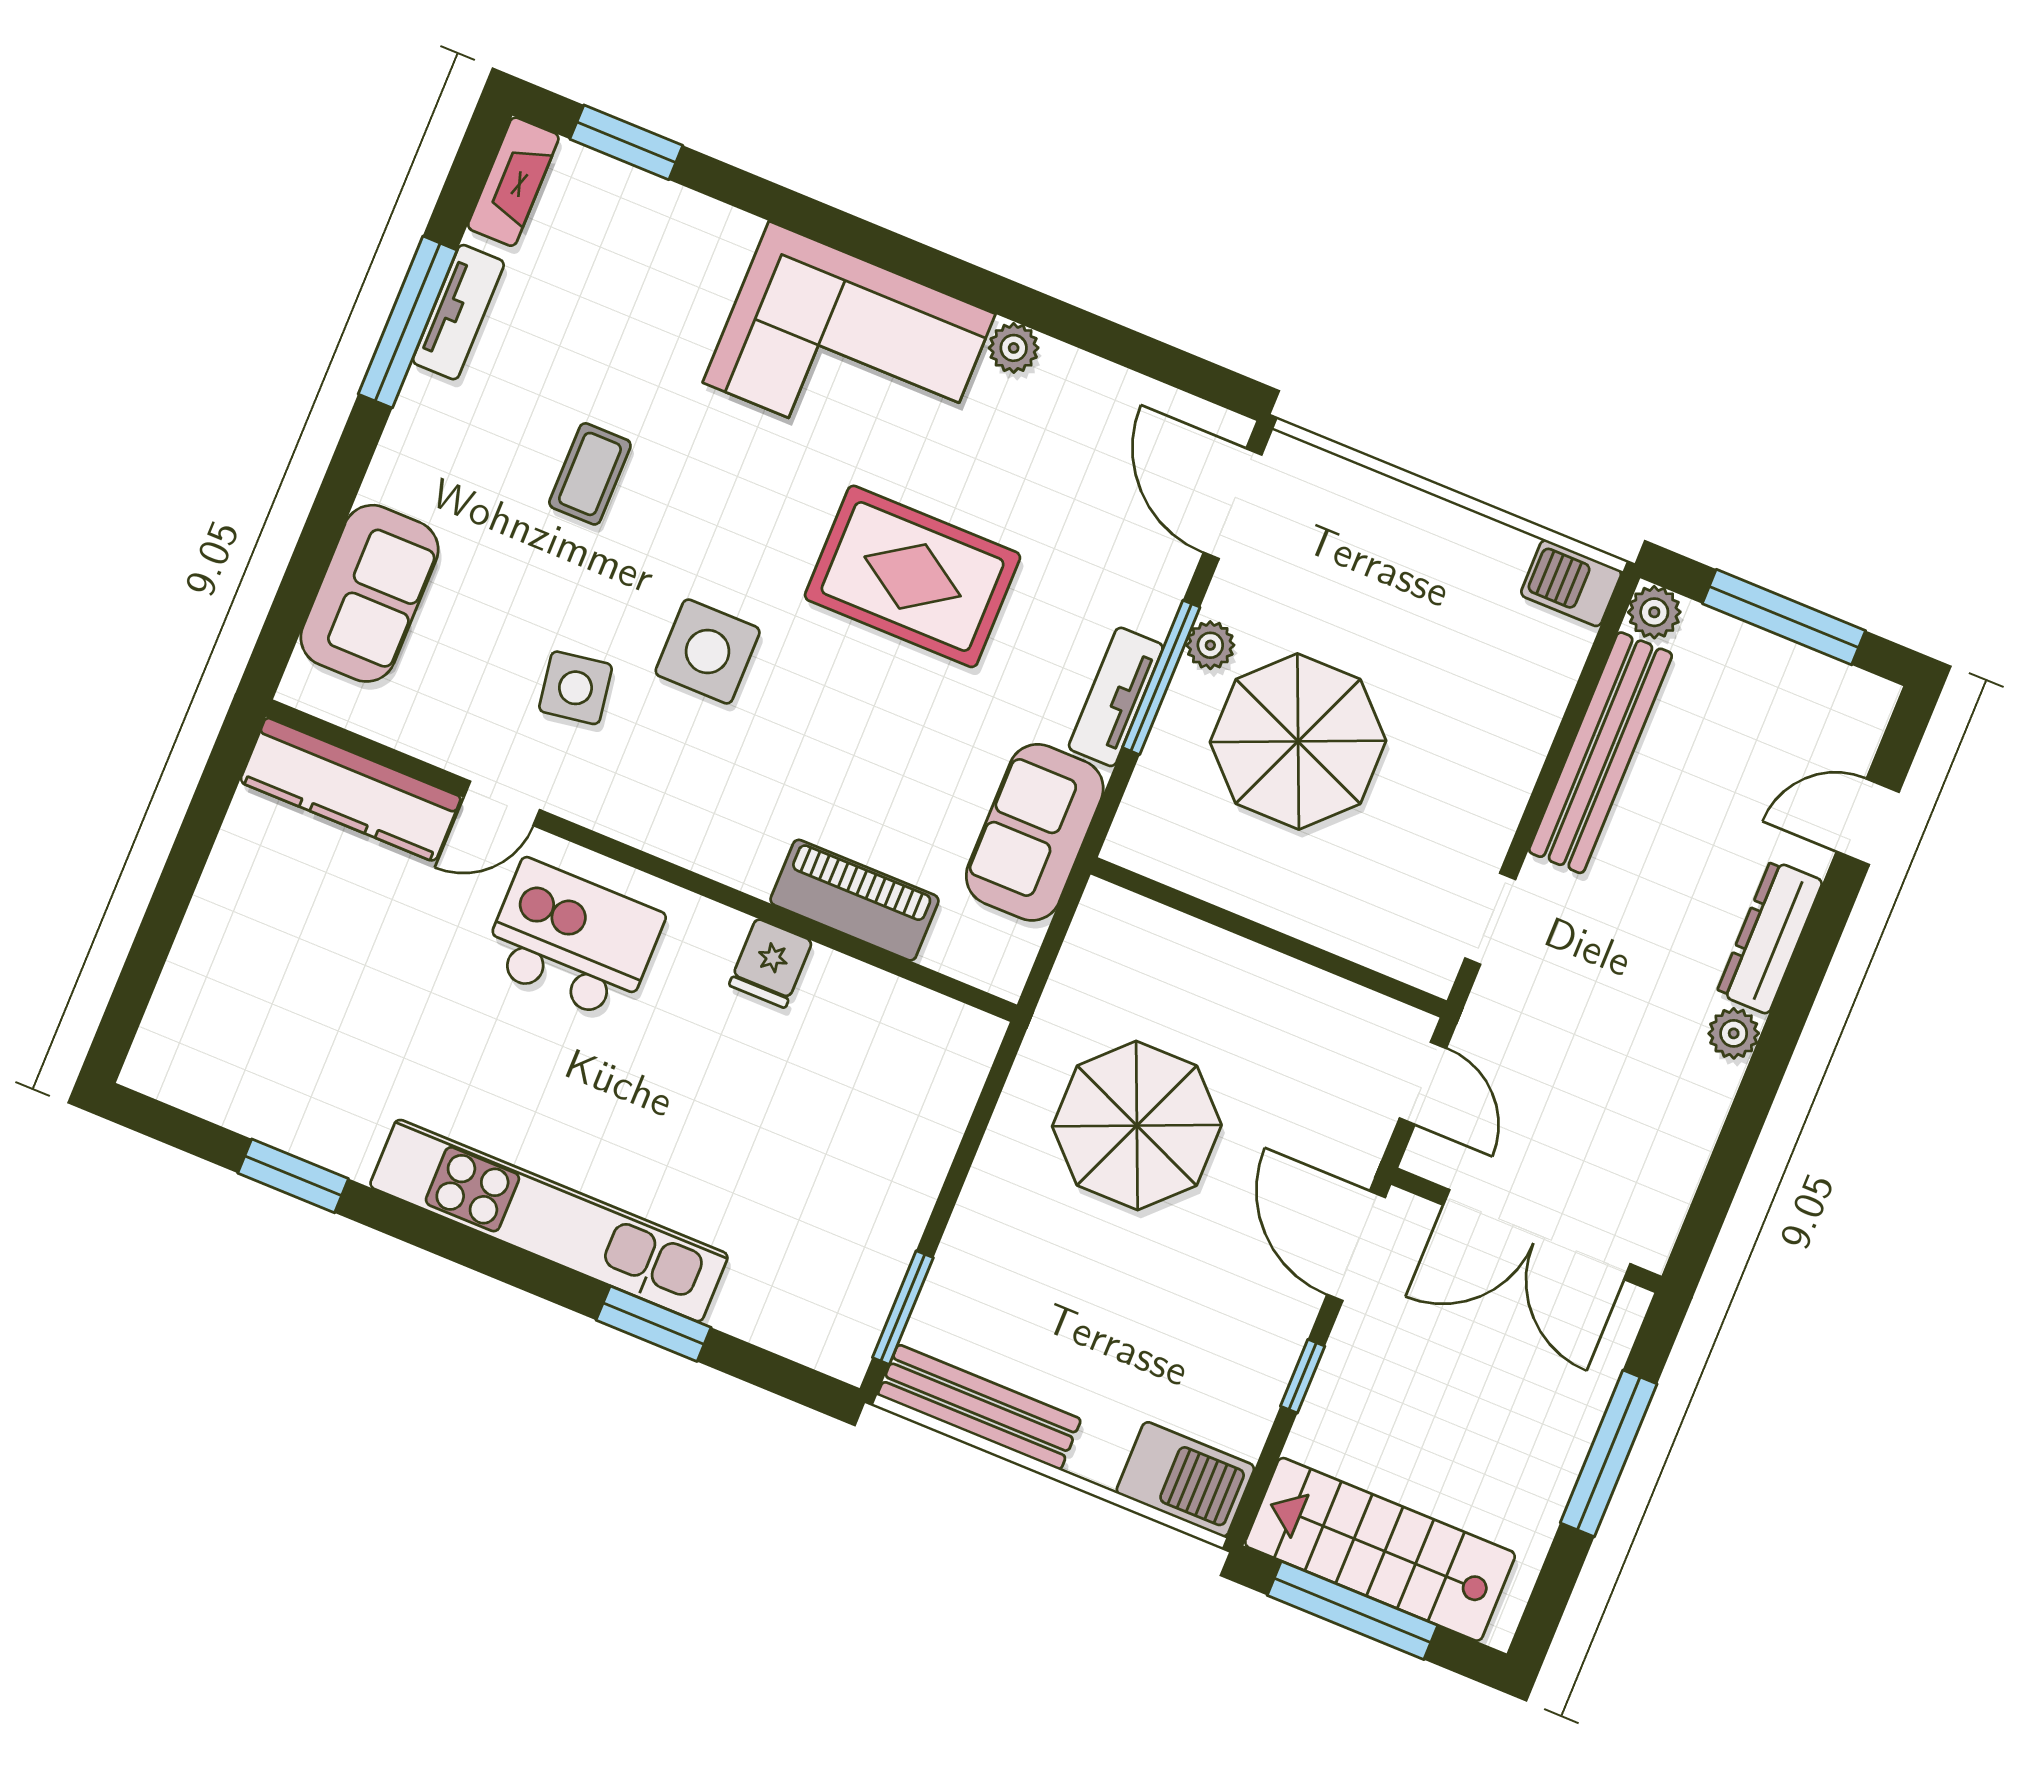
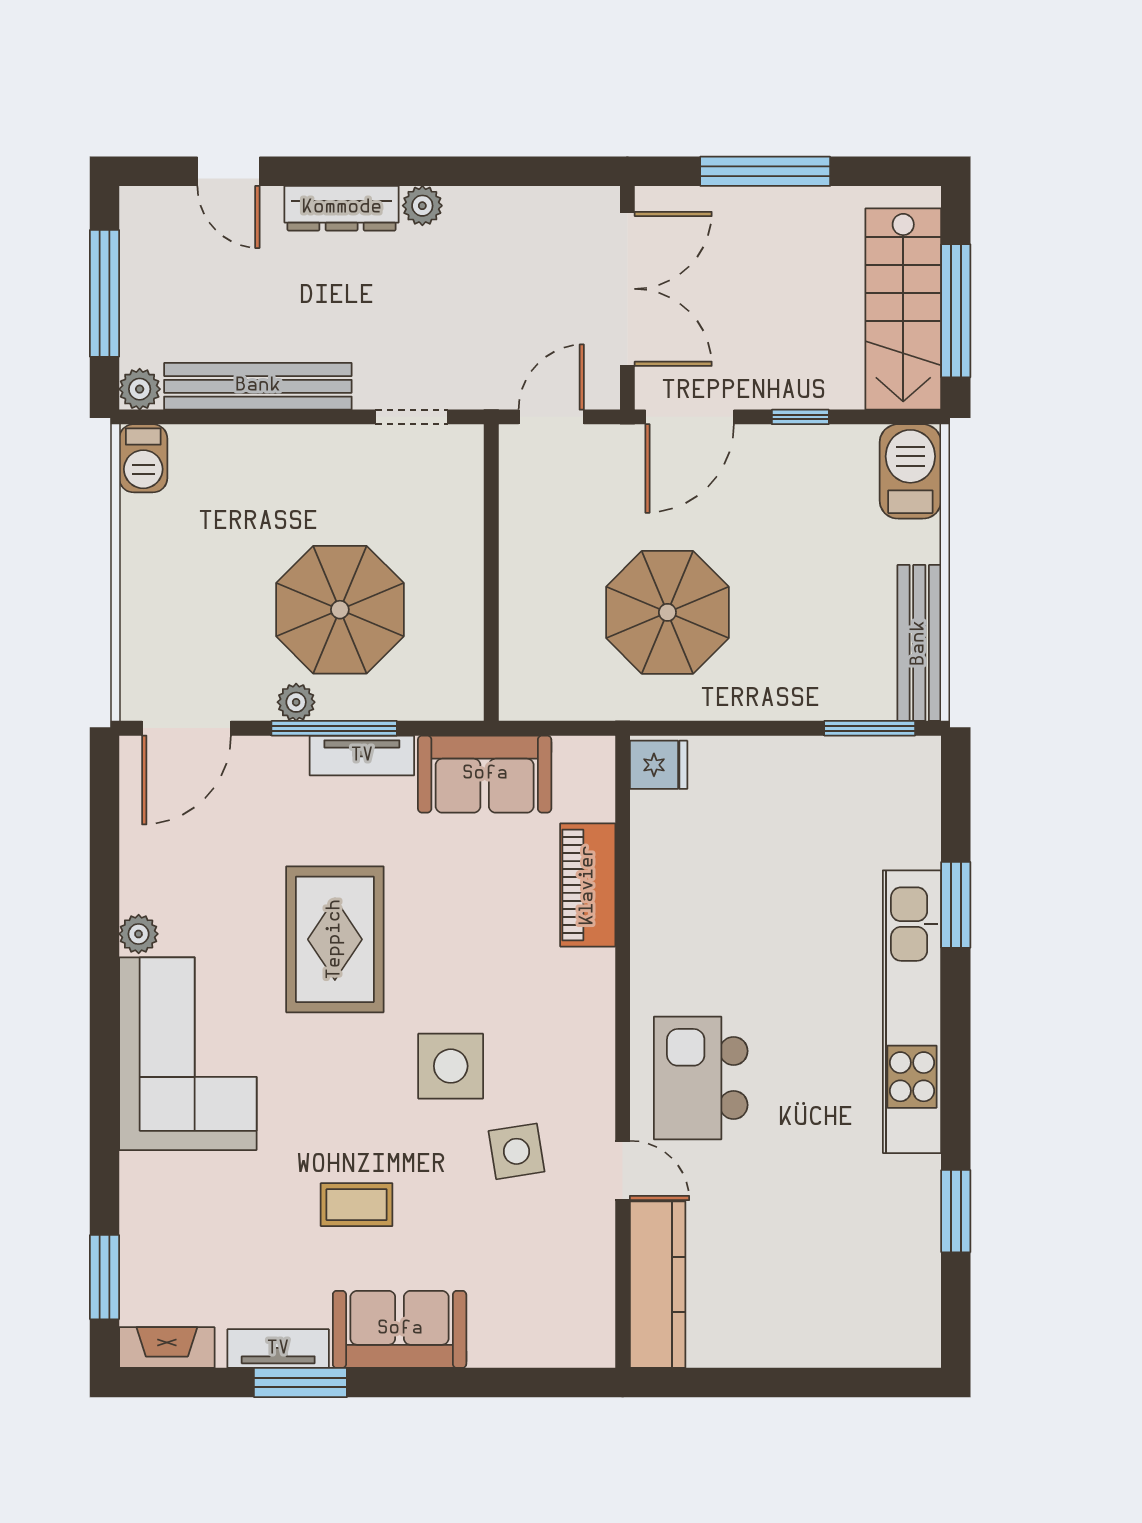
window: (408, 322) -> (300, 1383), width x0.69
sofa: (369, 593) -> (400, 1329), moved
fridge: (771, 963) -> (659, 765), moved

